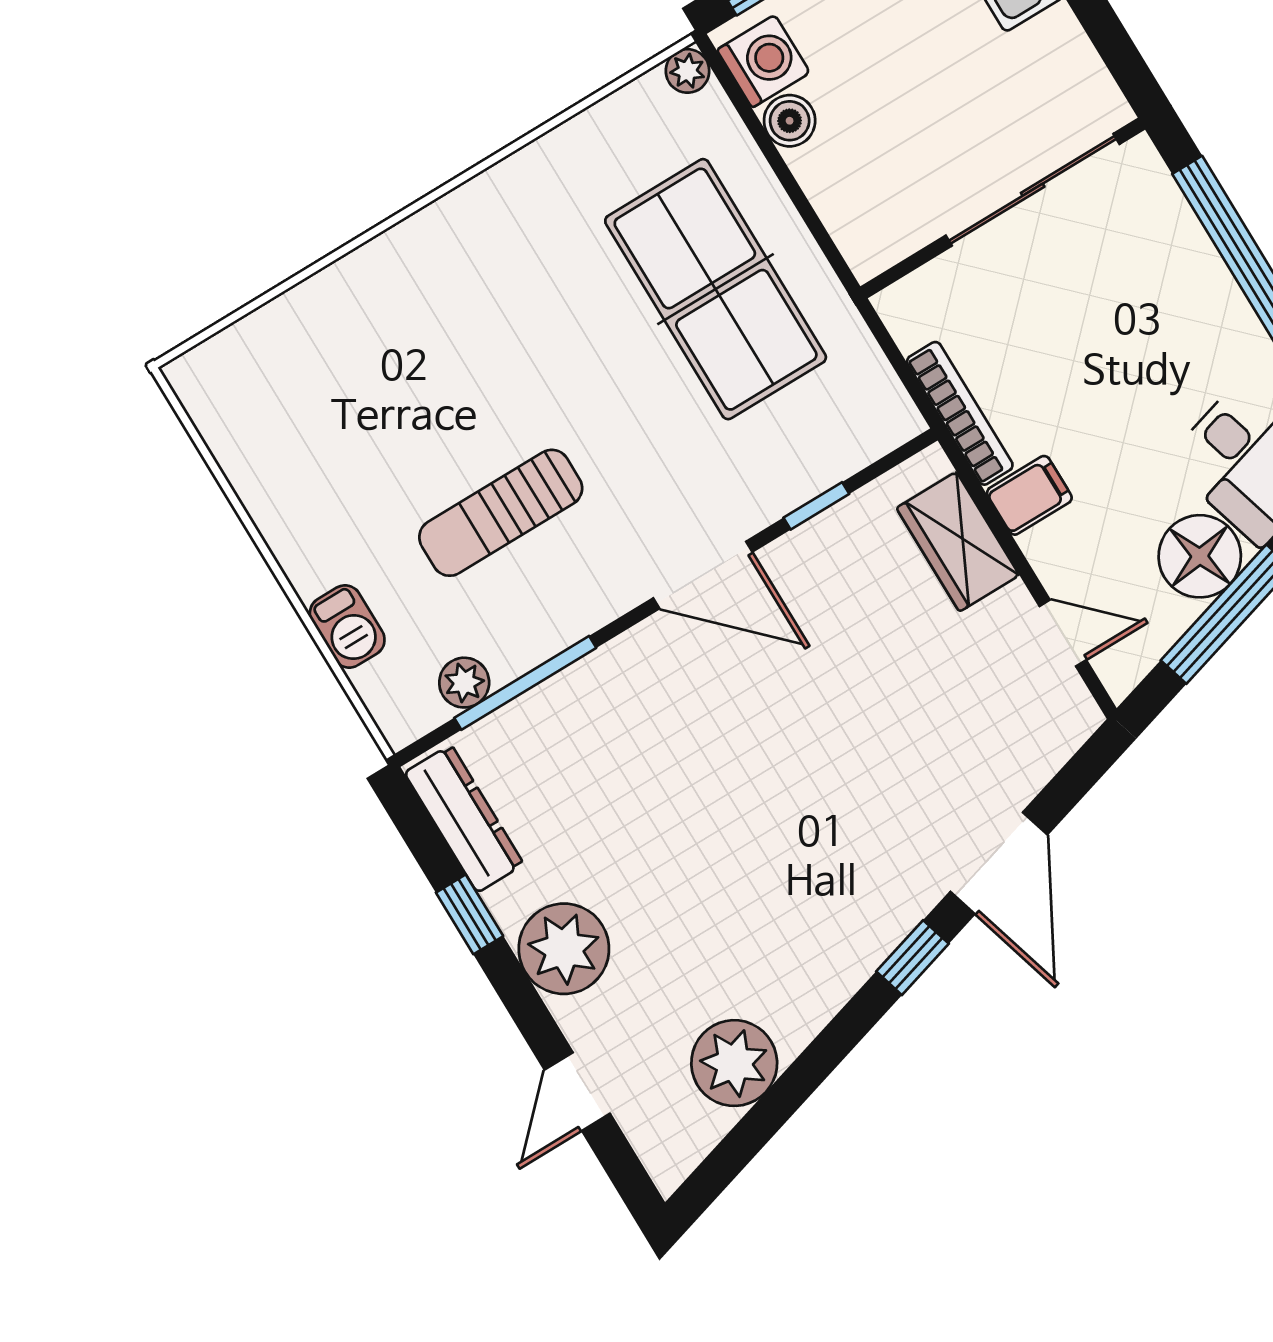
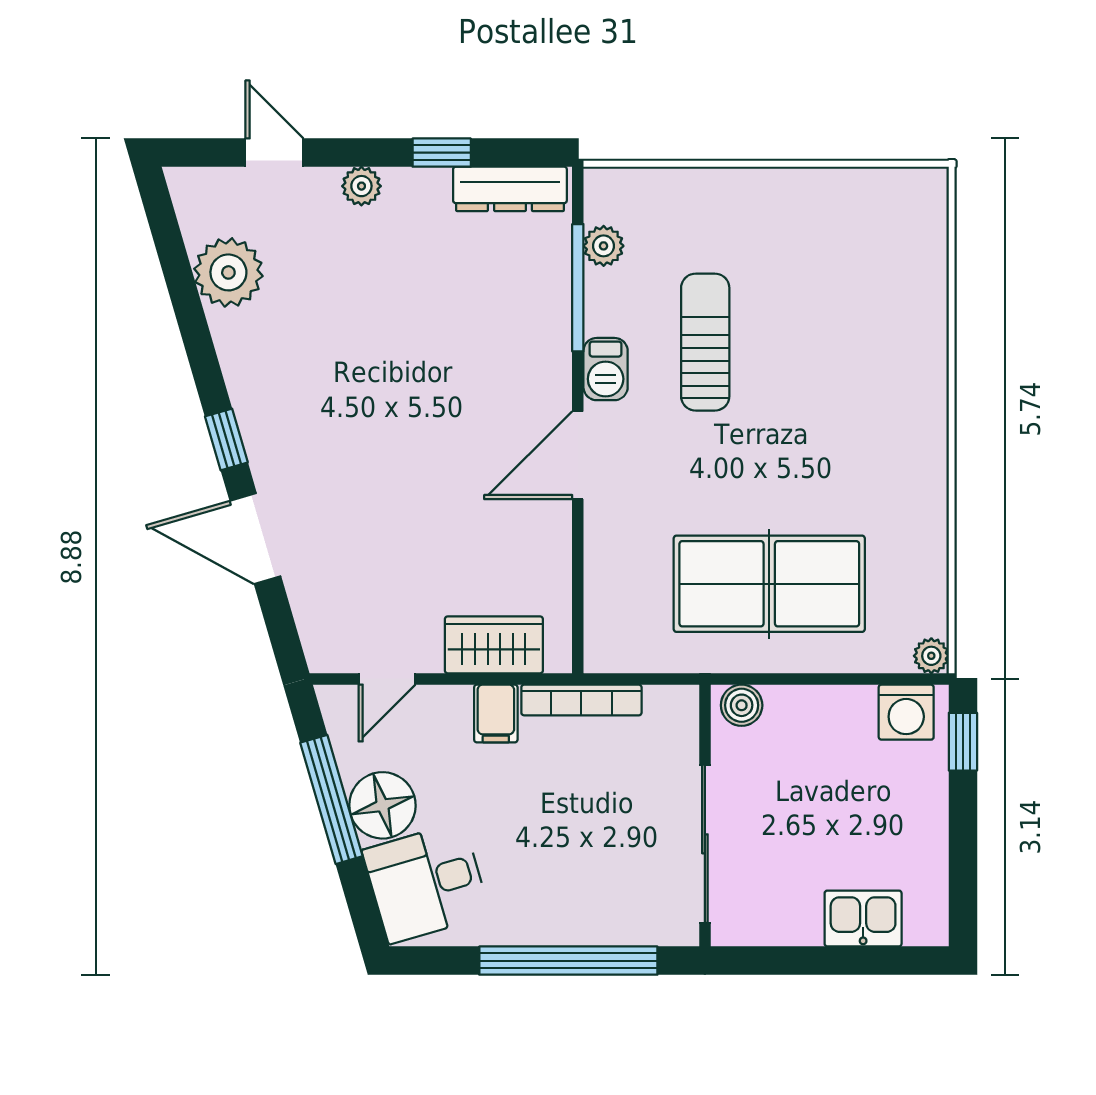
boiler: (790, 121) -> (742, 705), moved
window: (816, 506) -> (578, 562), removed
barbecue: (347, 626) -> (606, 369), moved, turned -90
plant: (564, 949) -> (361, 186), width x0.53, depth x0.53

